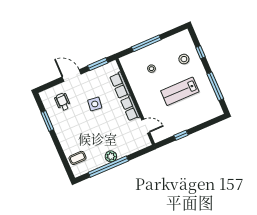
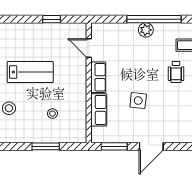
window: (146, 43) -> (46, 146), width x0.69
door: (72, 76) -> (151, 146), hinge flipped
wheelchair: (63, 102) -> (176, 72), moved

